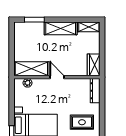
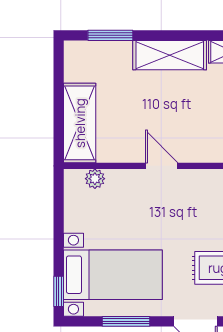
shelving: (31, 69) -> (80, 123), moved, turned 90

